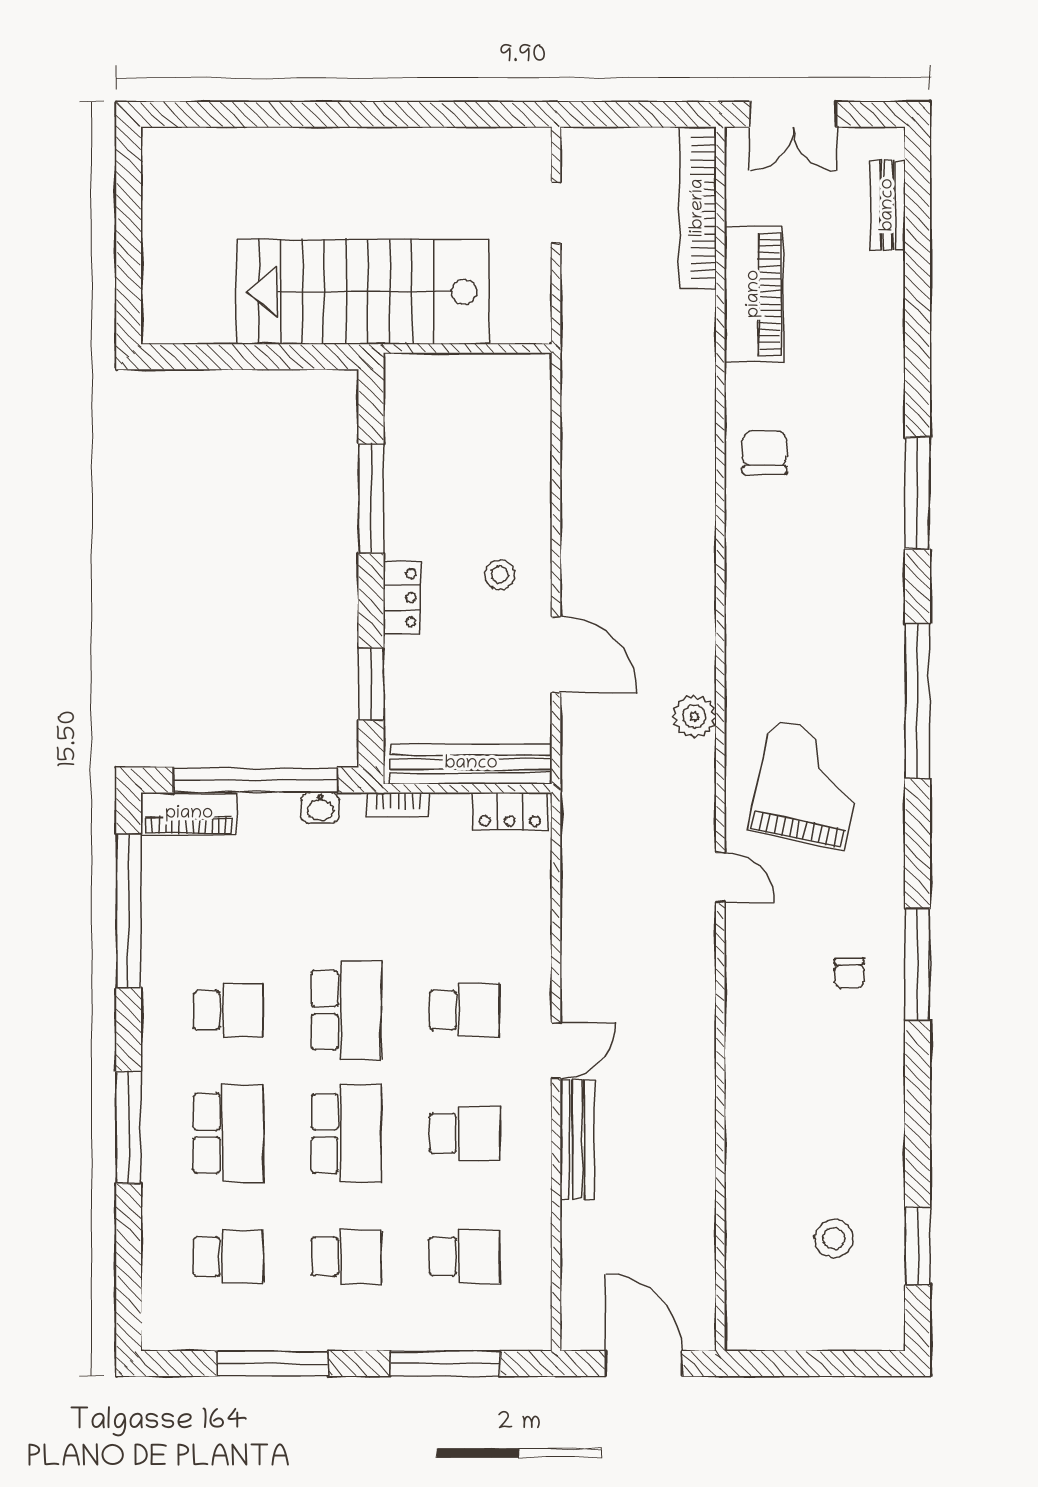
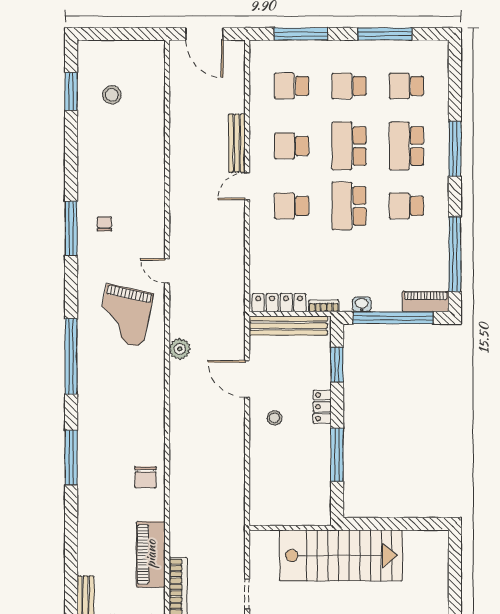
locker: (510, 811) -> (279, 303), width x1.53

